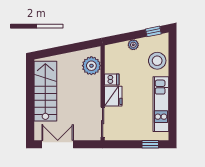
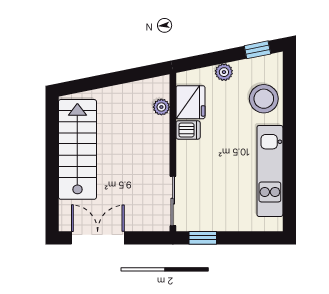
plant: (91, 66) -> (161, 107), width x0.53, depth x0.53
fridge: (113, 96) -> (191, 102), moved
window: (150, 144) -> (203, 238), moved

